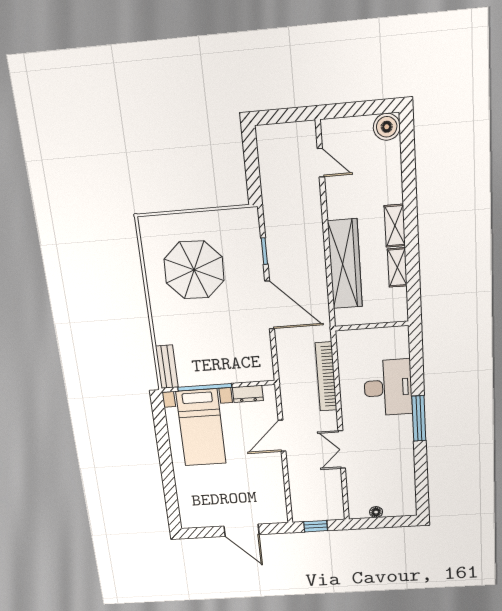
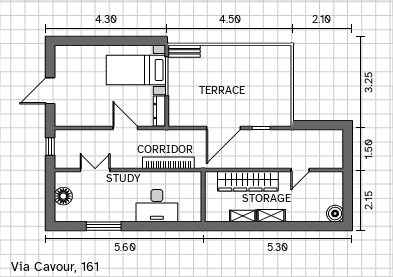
door: (321, 163) -> (300, 170), moved
parasol: (194, 270) -> (252, 79), removed
dresser: (248, 394) -> (159, 111), width x1.44
window: (419, 418) -> (104, 226), moved
double door: (342, 449) -> (95, 170), moved
floor lamp: (376, 512) -> (63, 196), width x1.89, depth x1.89

